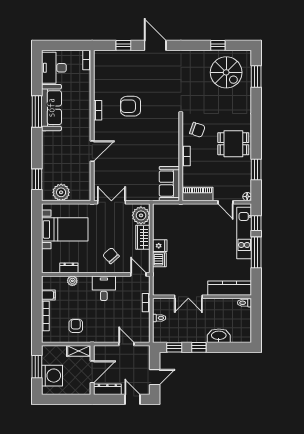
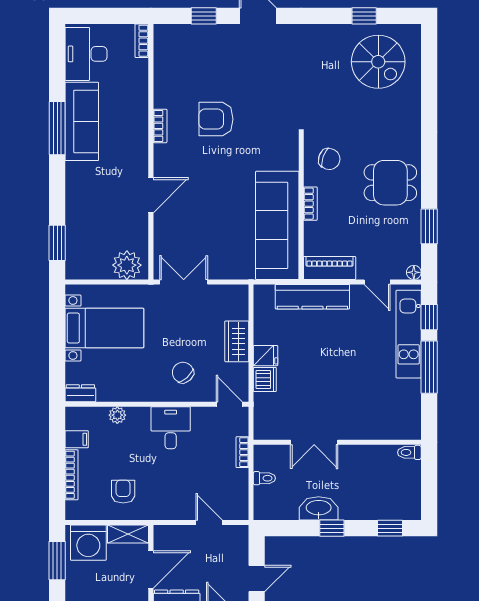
window: (256, 76) -> (429, 69), removed
sofa: (169, 184) -> (277, 225), width x1.85, depth x1.27
plant: (61, 192) -> (127, 265), moved
plant: (141, 215) -> (234, 304), removed
dresser: (69, 268) -> (80, 393), moved
kitchen counter: (230, 288) -> (312, 297), moved, turned 180
washbasin: (219, 336) -> (319, 508), moved
window: (174, 347) -> (390, 528), moved
washing machine: (52, 376) -> (88, 543), moved, turned 90

